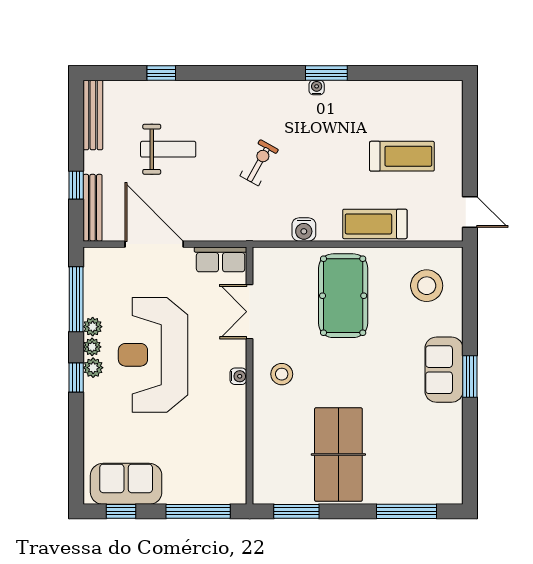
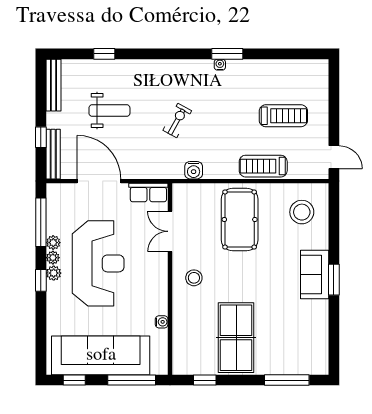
water cooler: (304, 229) -> (194, 170), moved
reception desk: (153, 355) -> (98, 263), turned 180
water cooler: (238, 376) -> (162, 322), moved
sofa: (126, 484) -> (101, 355), width x1.85, depth x1.27
window: (296, 511) -> (205, 380), width x0.67

